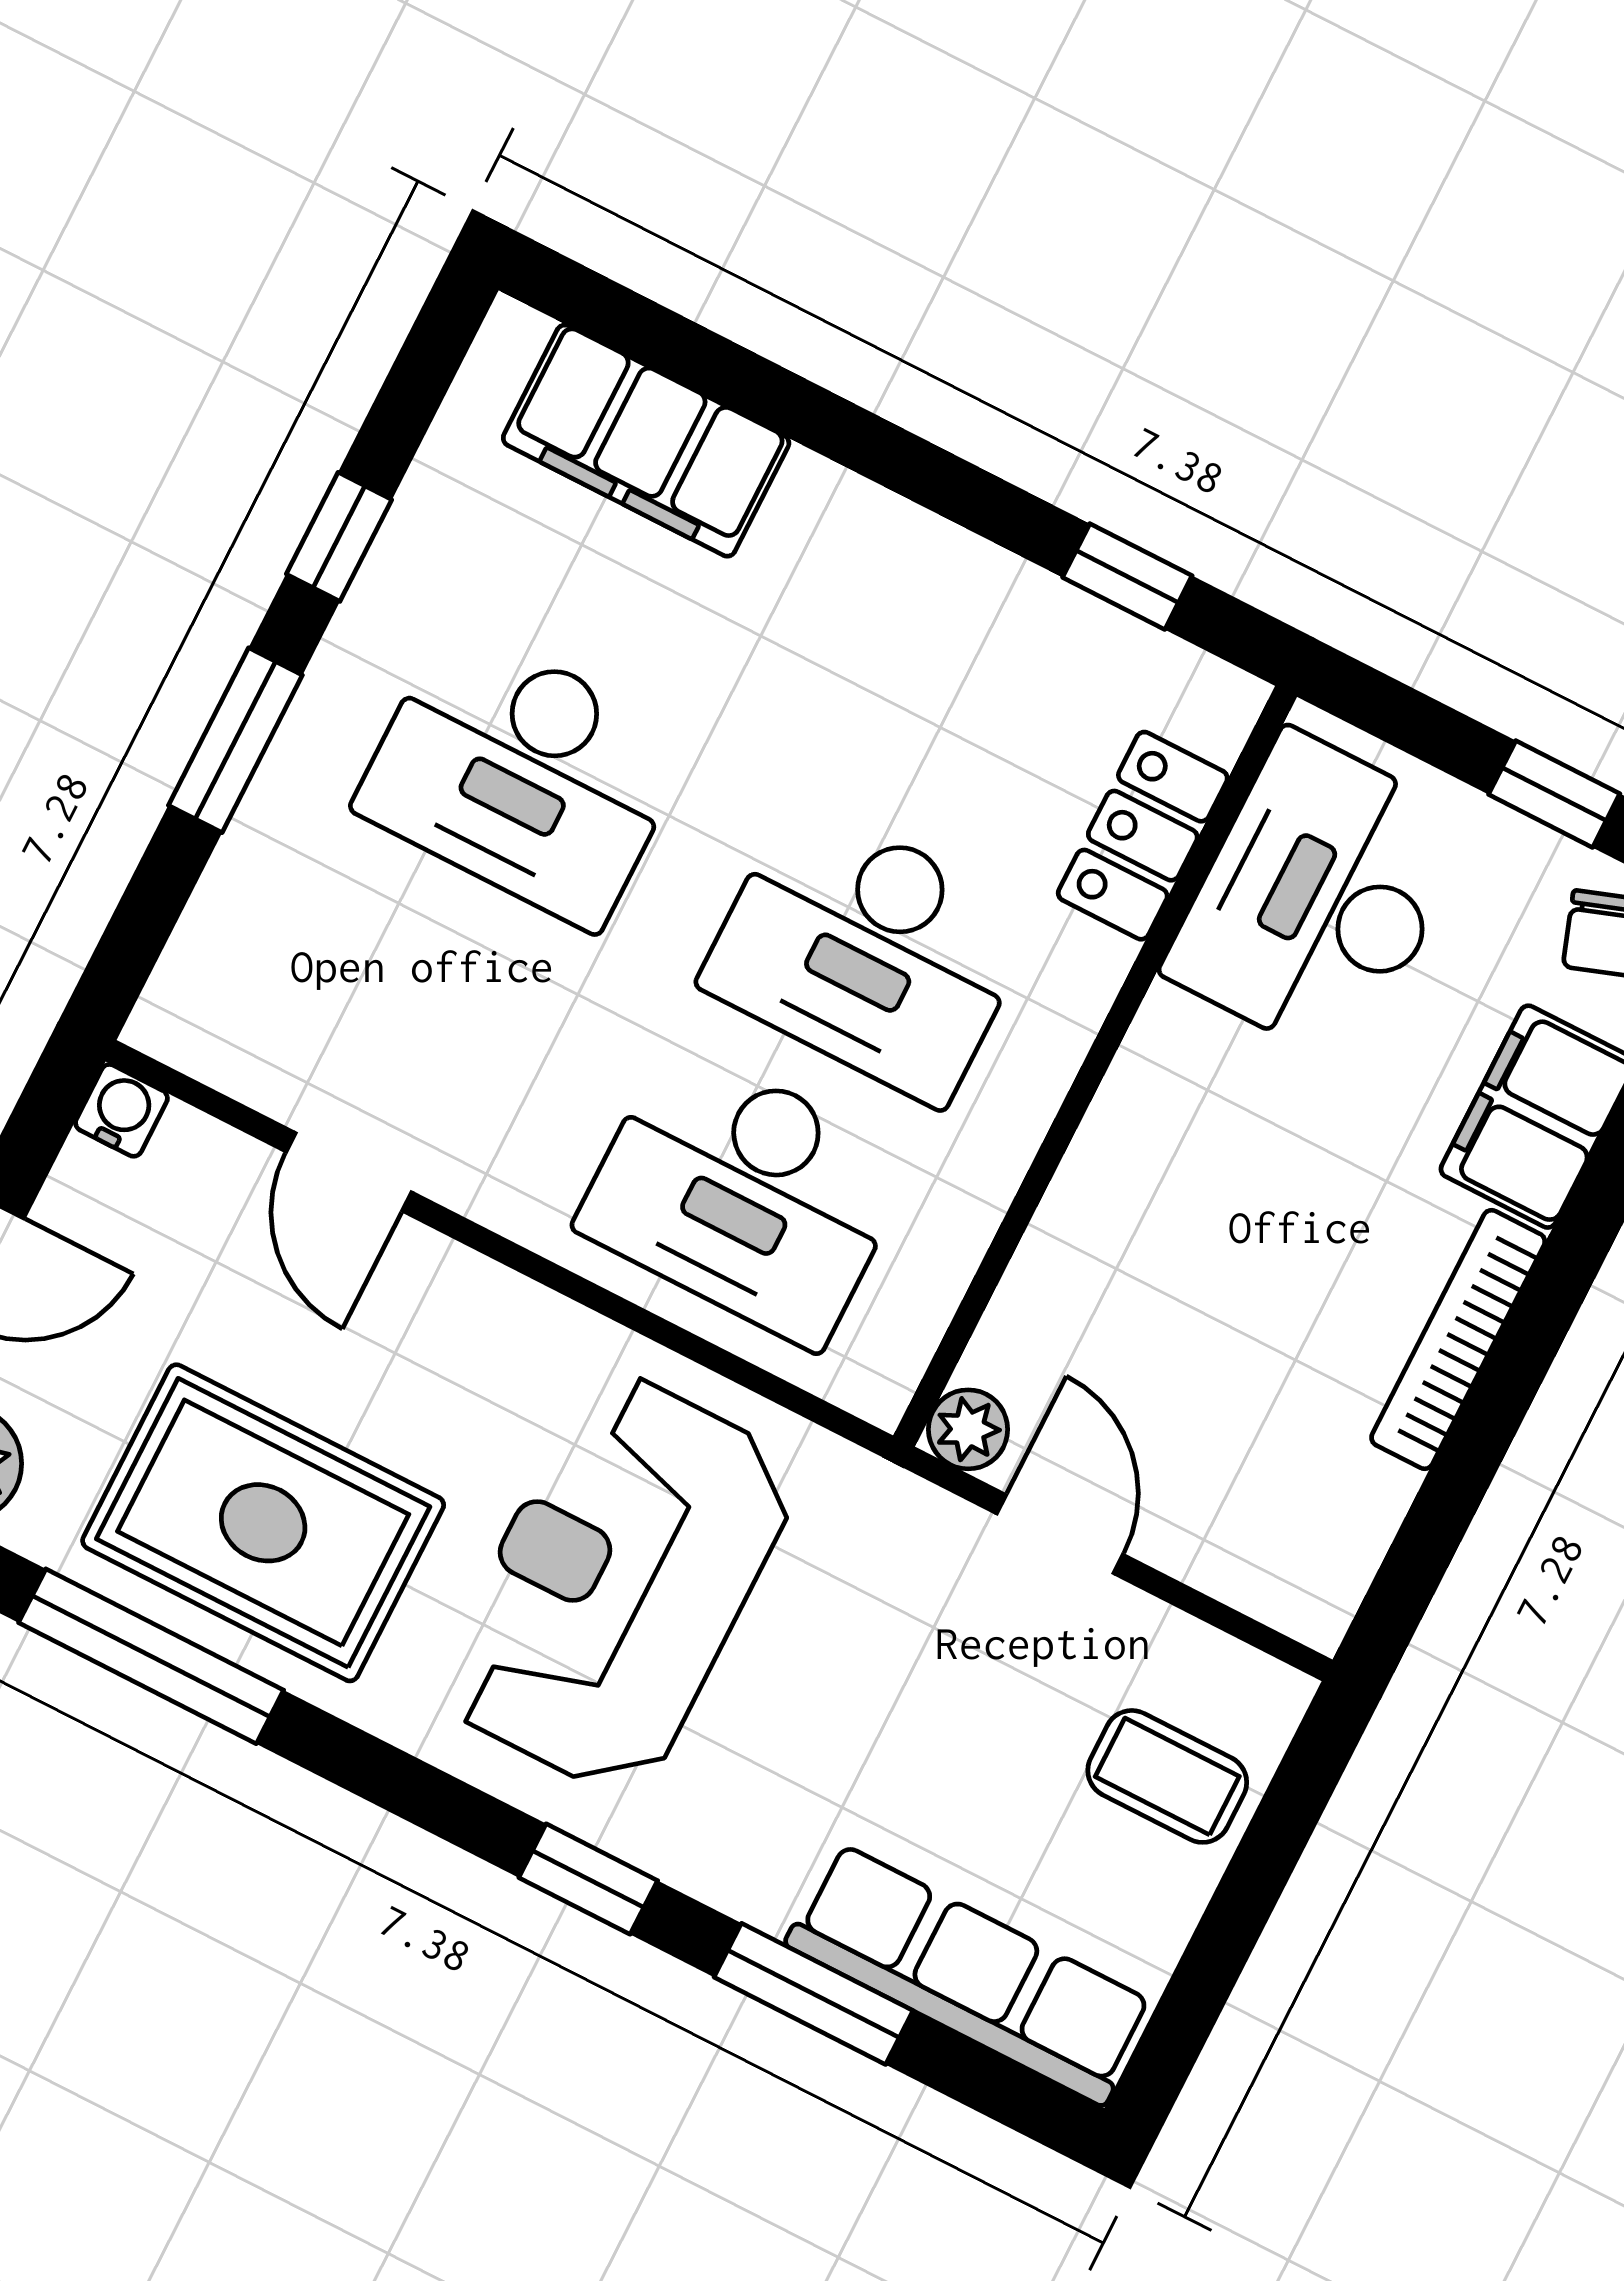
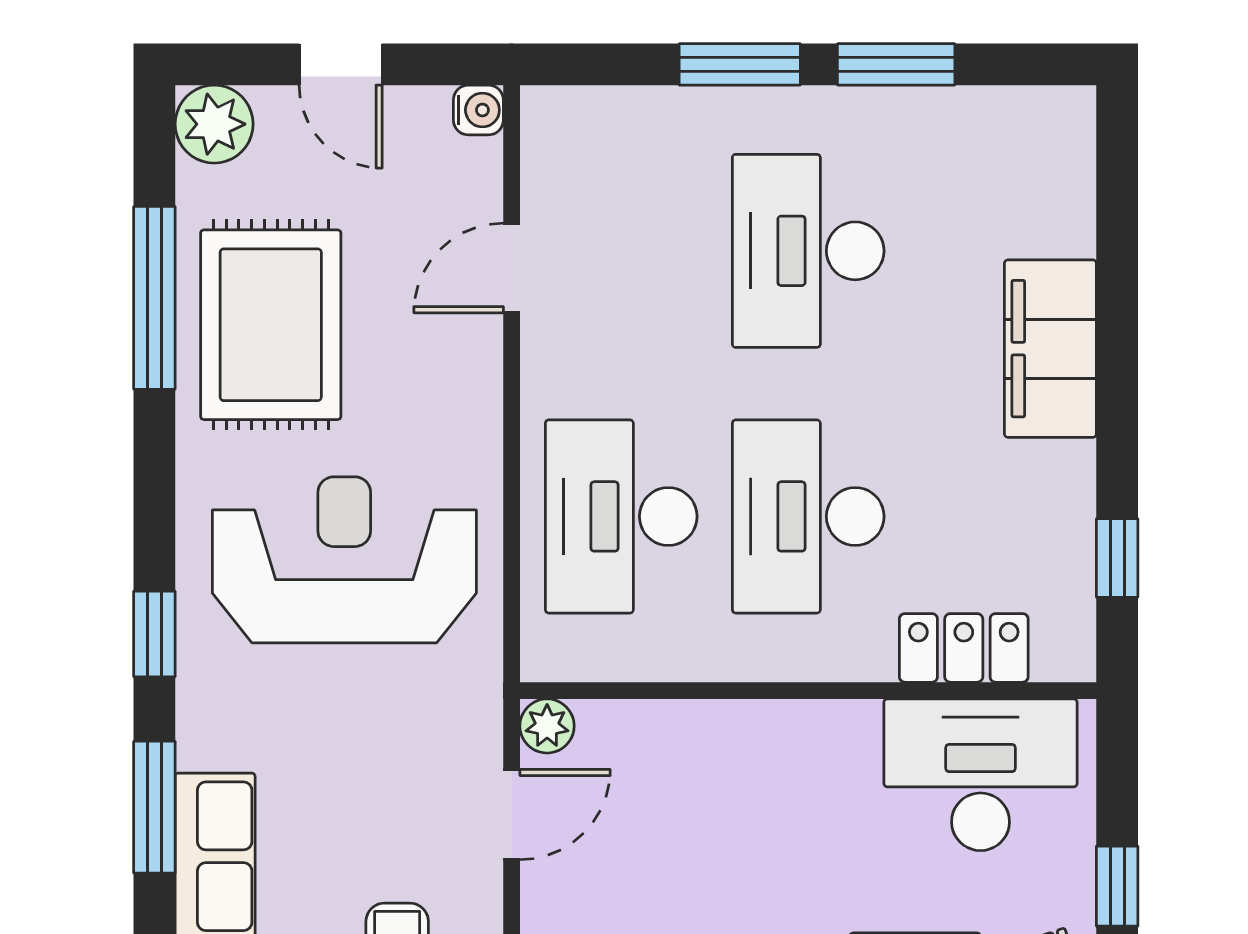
filing cabinet: (646, 441) -> (1050, 349), moved
window: (339, 537) -> (896, 64), width x1.50

